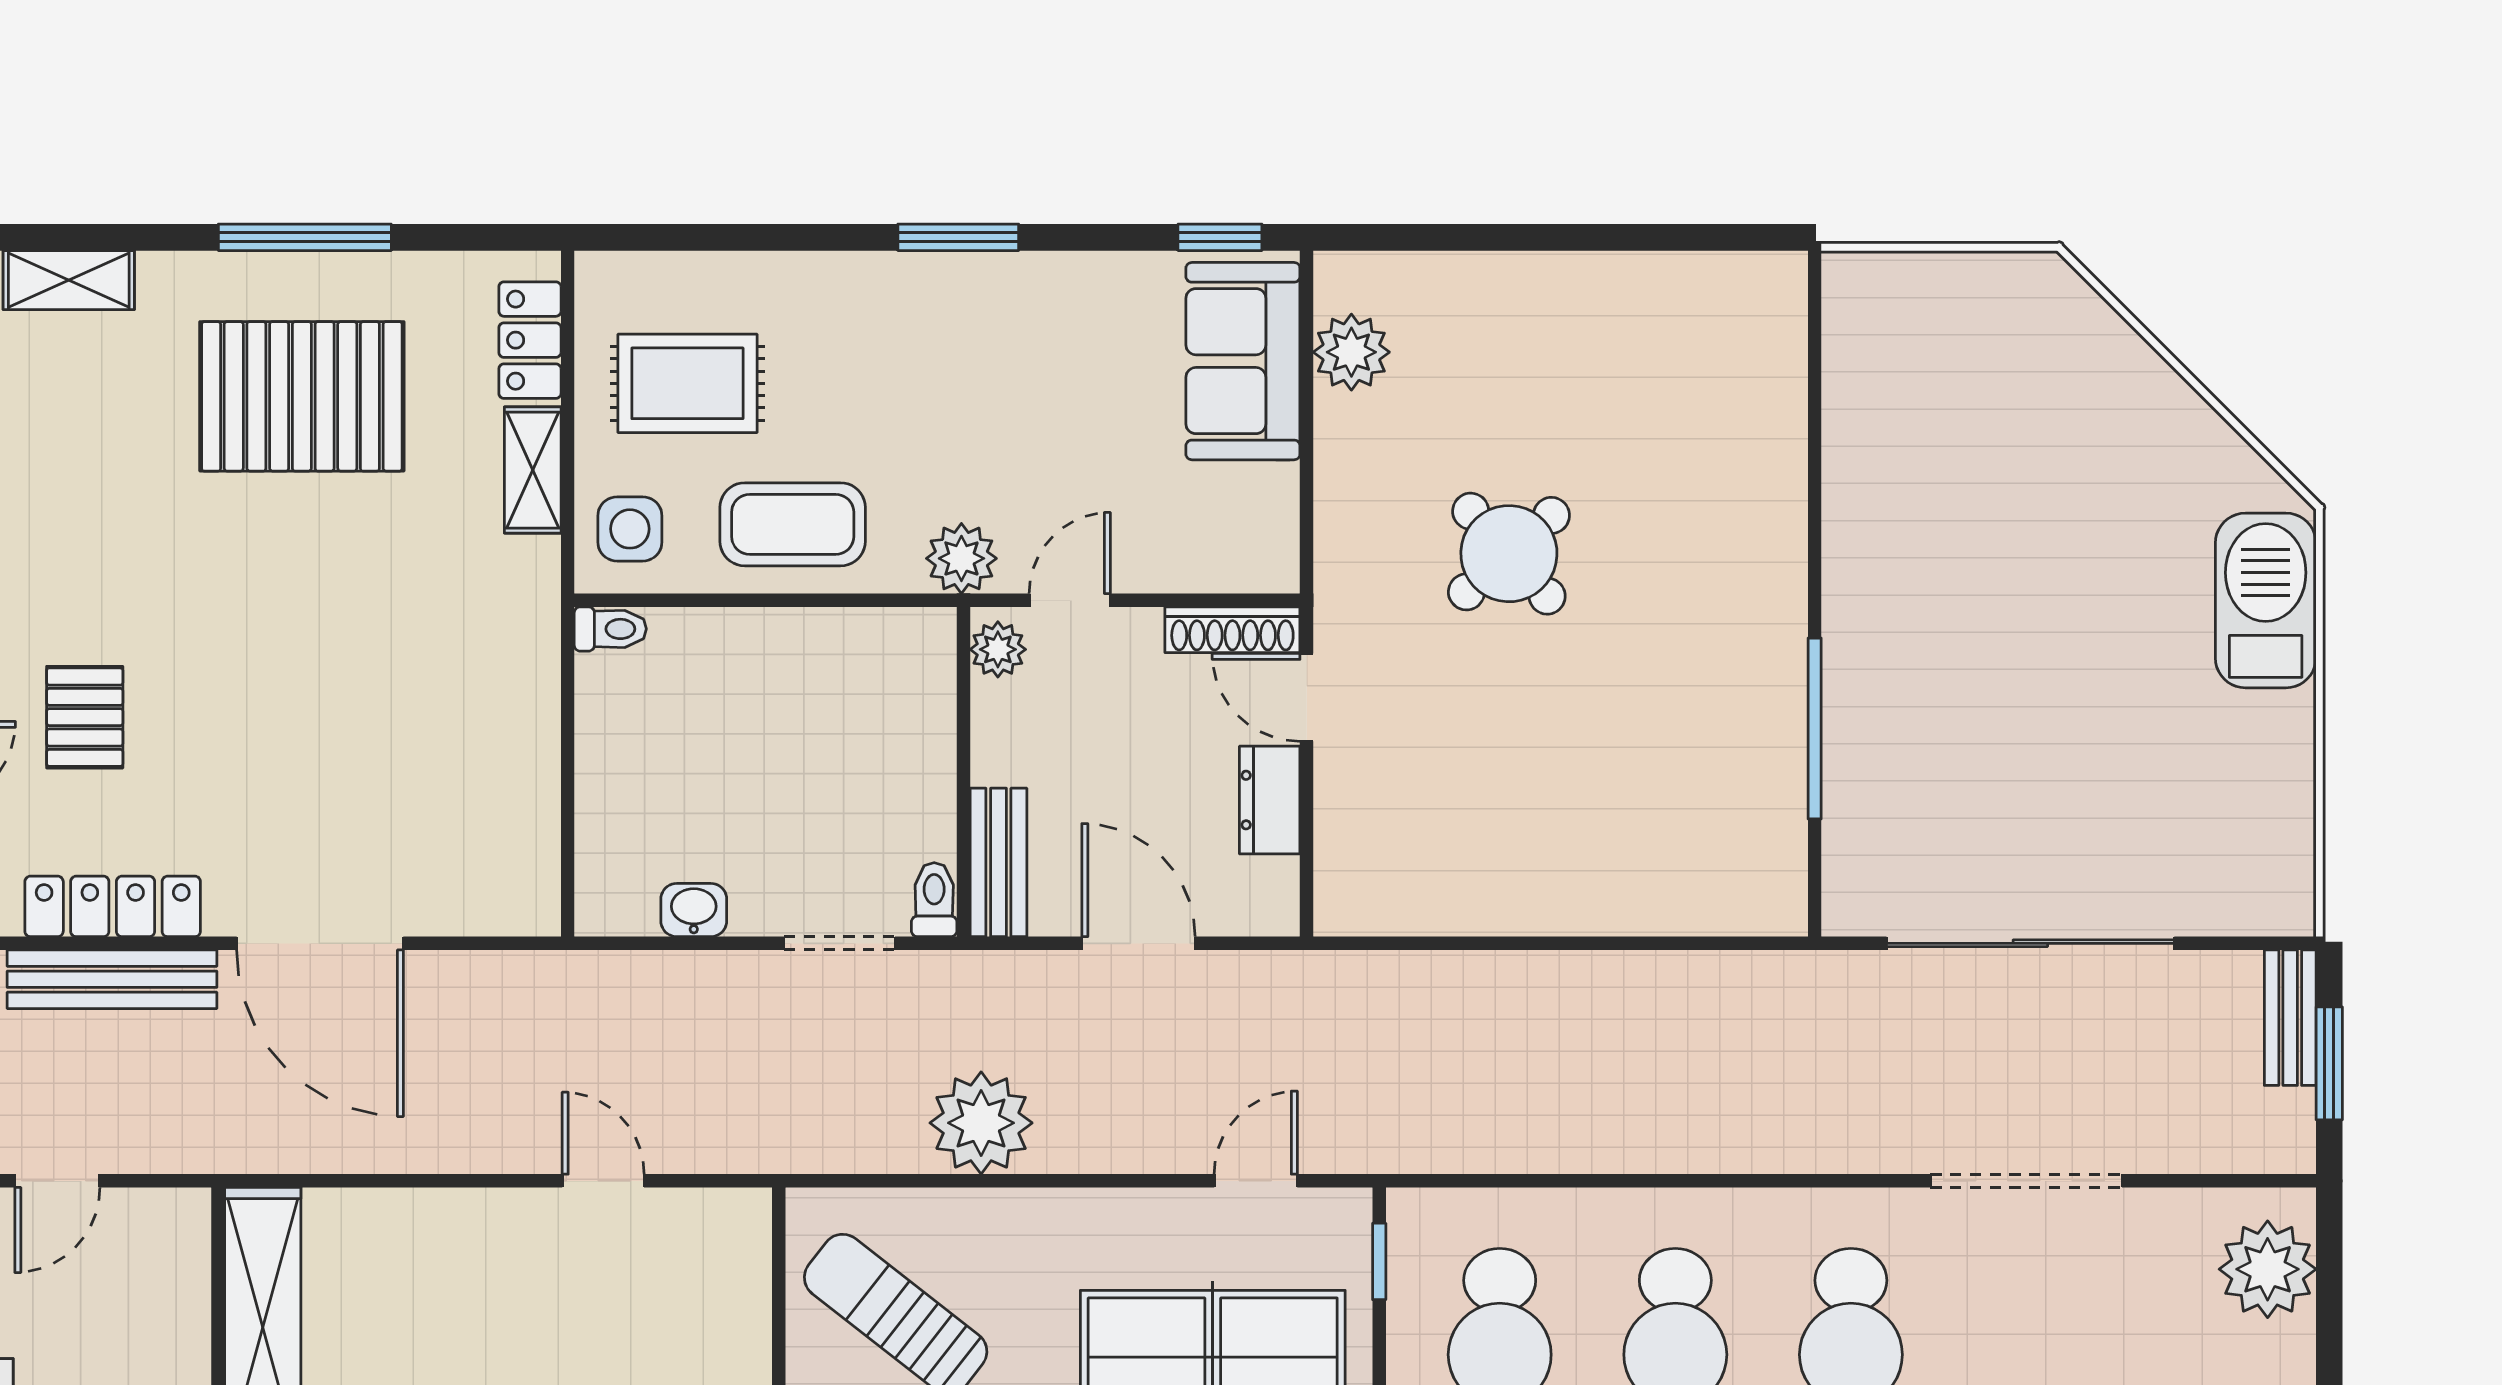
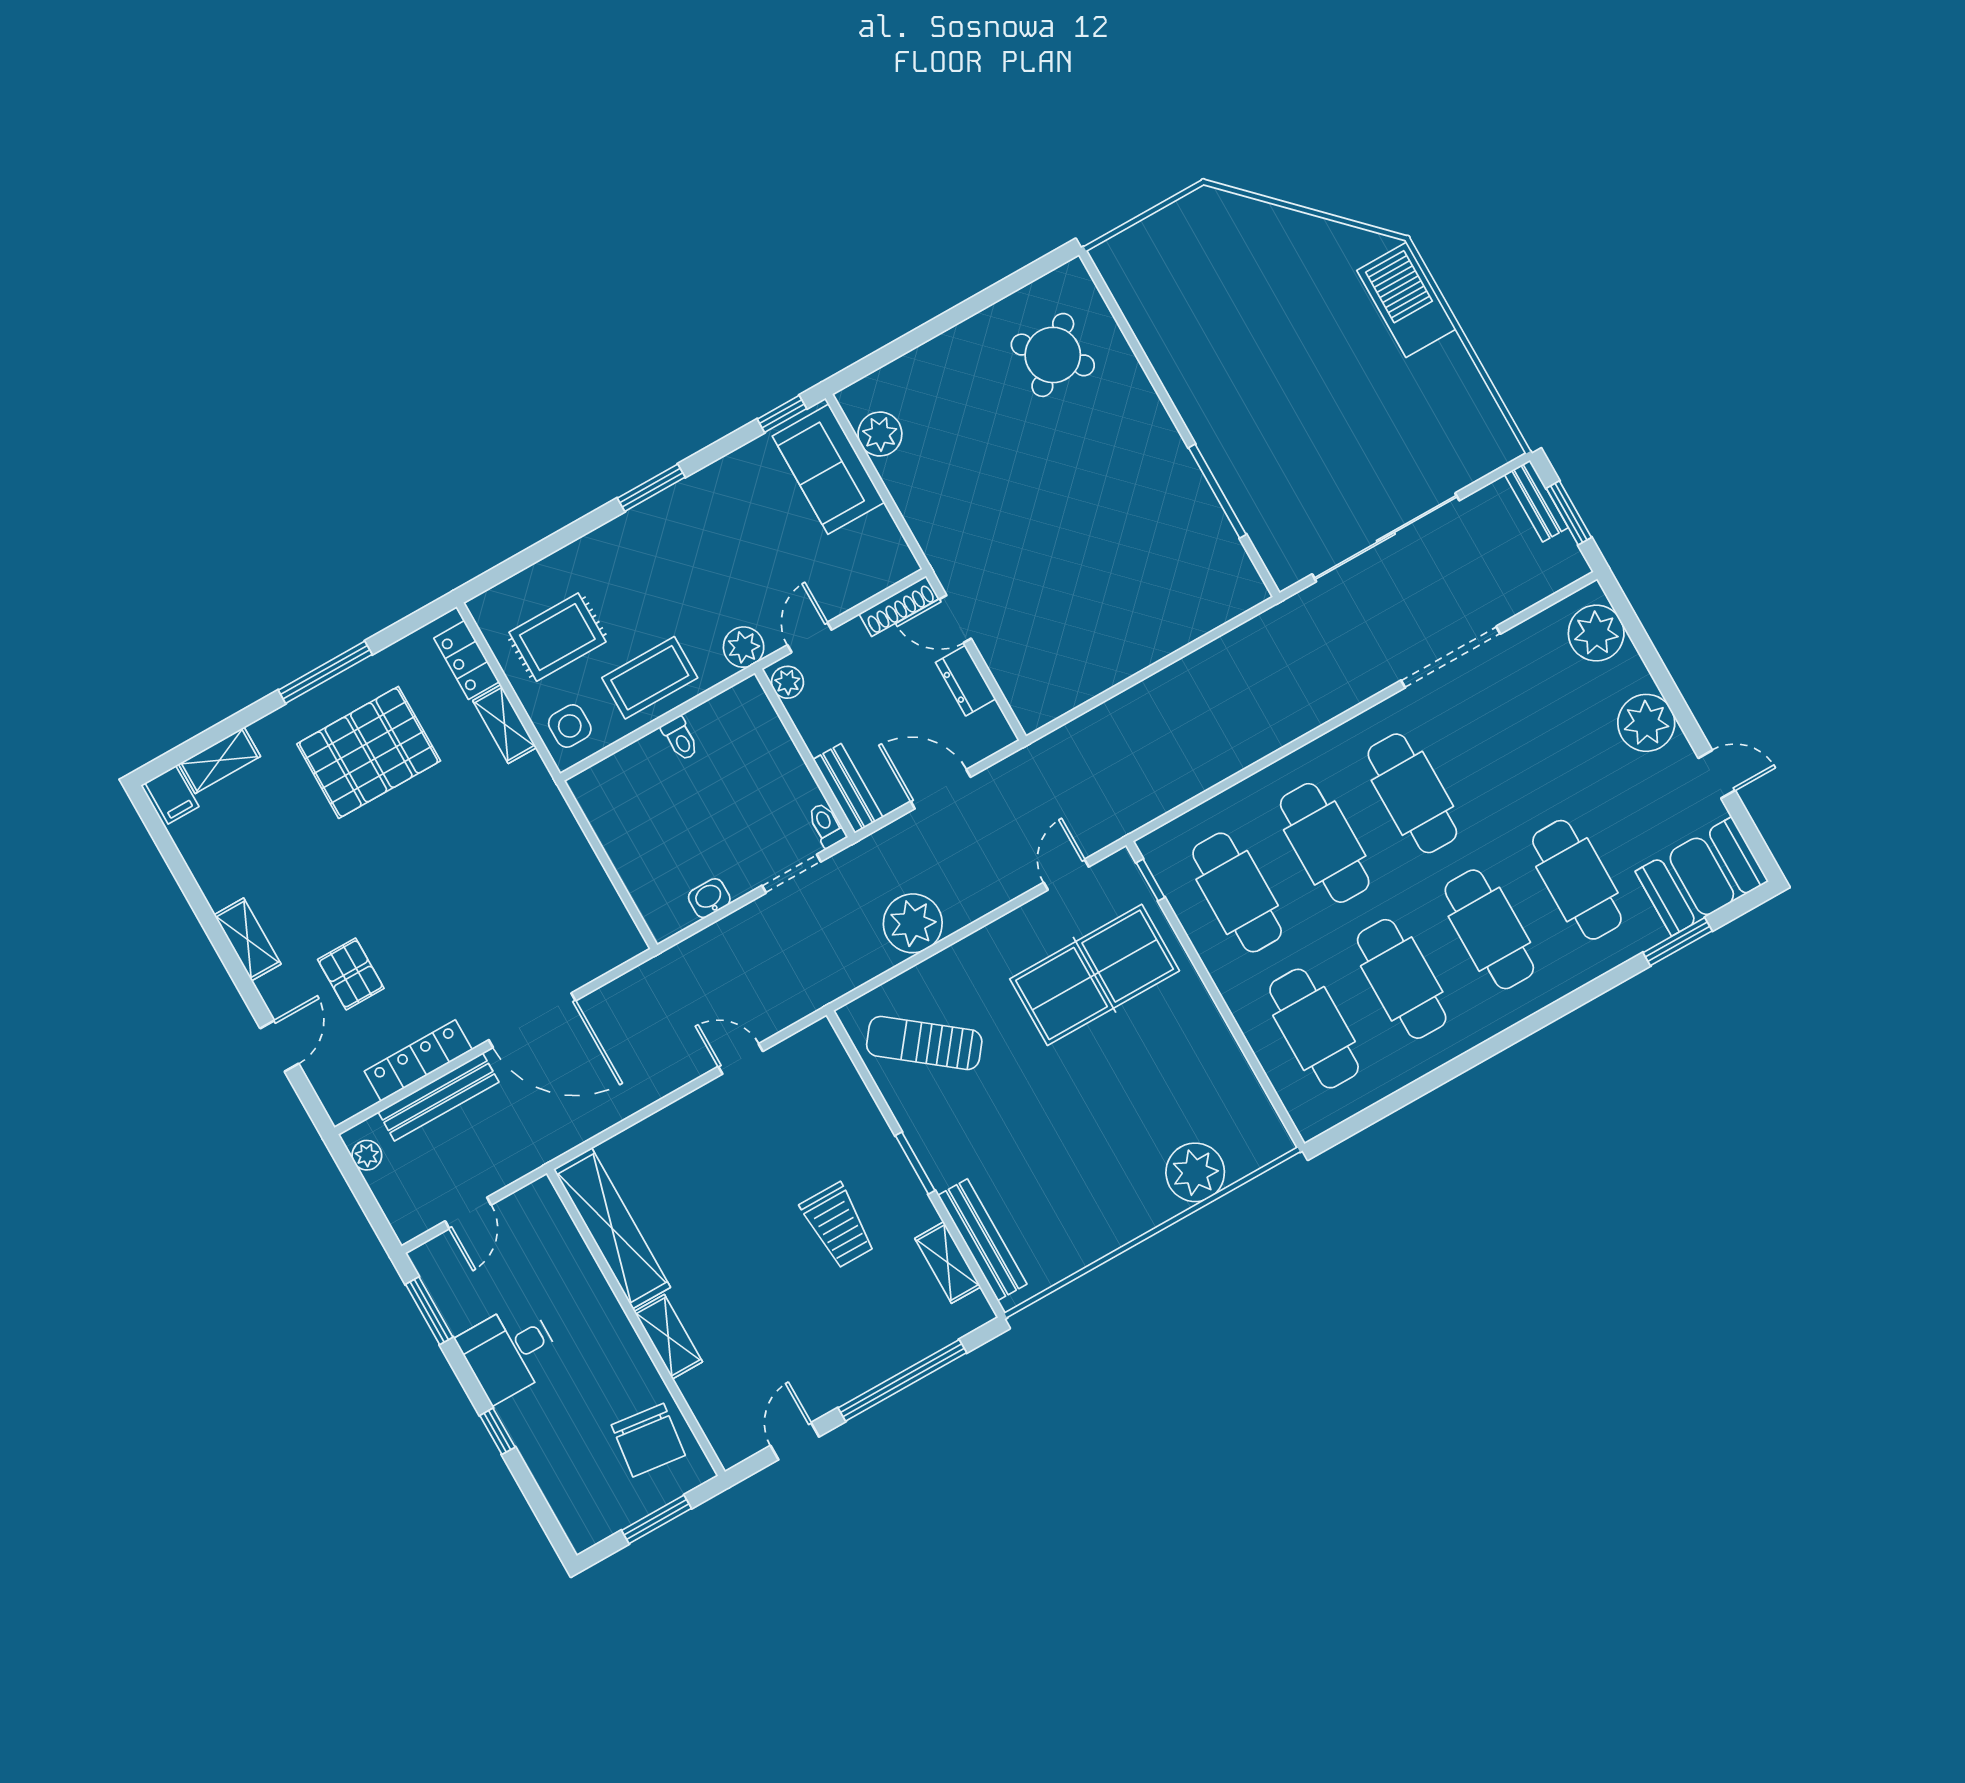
round table: (1509, 554) -> (1053, 355), moved
toilet: (610, 629) -> (680, 739), moved, turned 90

